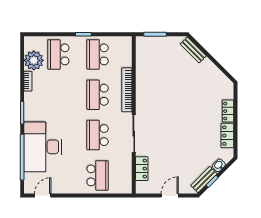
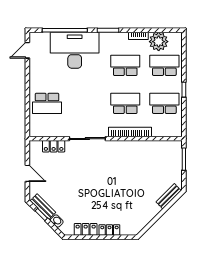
school desk: (98, 135) -> (125, 65), moved
door: (43, 196) -> (27, 50), swing flipped

